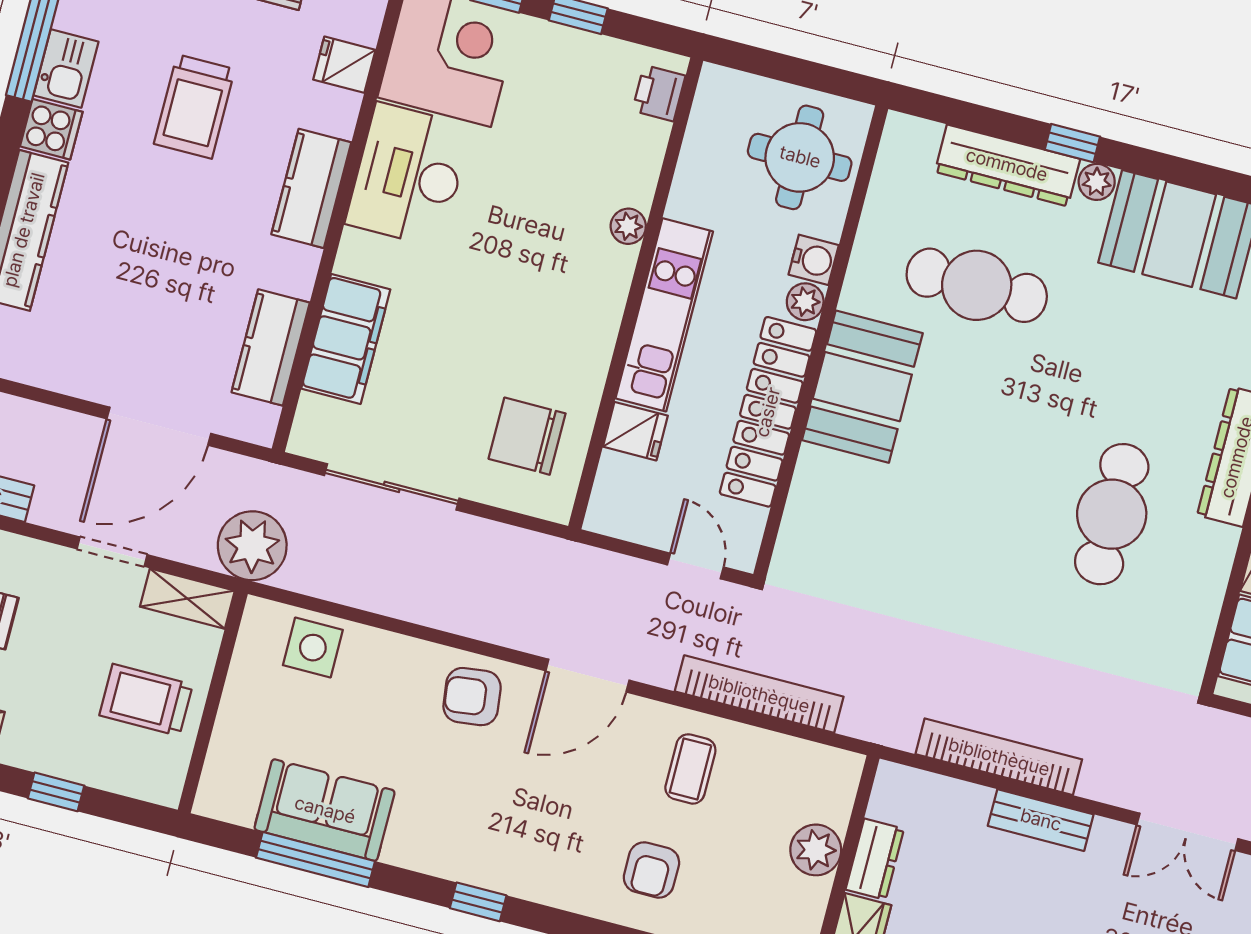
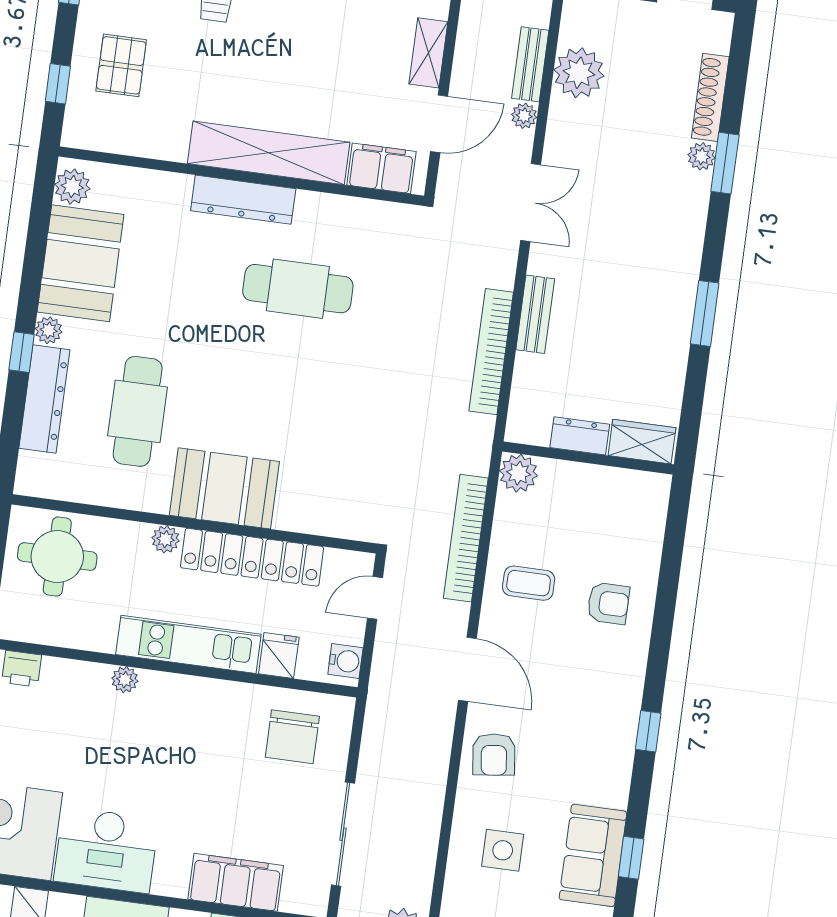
water cooler: (814, 260) -> (345, 661), moved, turned 90
side table: (313, 648) -> (503, 850), moved
plant: (816, 850) -> (519, 473), moved
window: (316, 859) -> (631, 858), width x0.46

